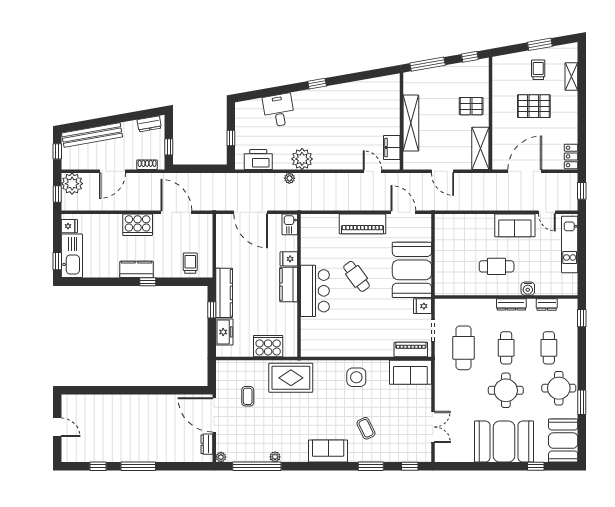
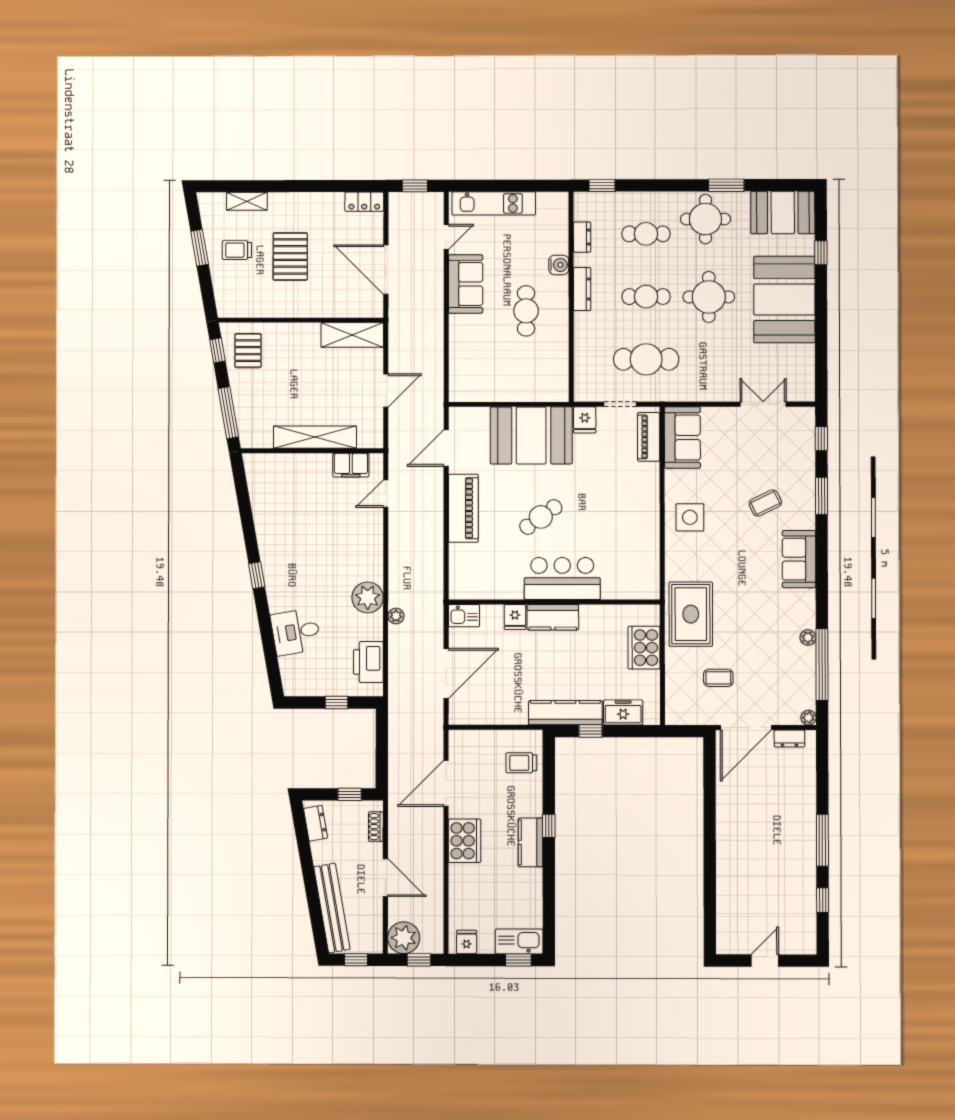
pallet: (471, 106) -> (248, 351), moved
kitchen sink: (72, 256) -> (519, 941), width x0.73, depth x0.81

